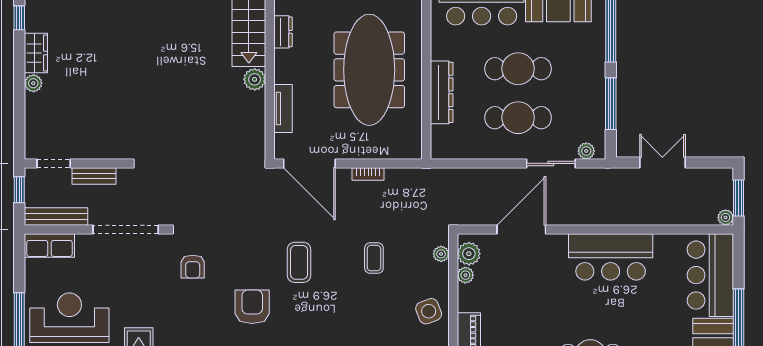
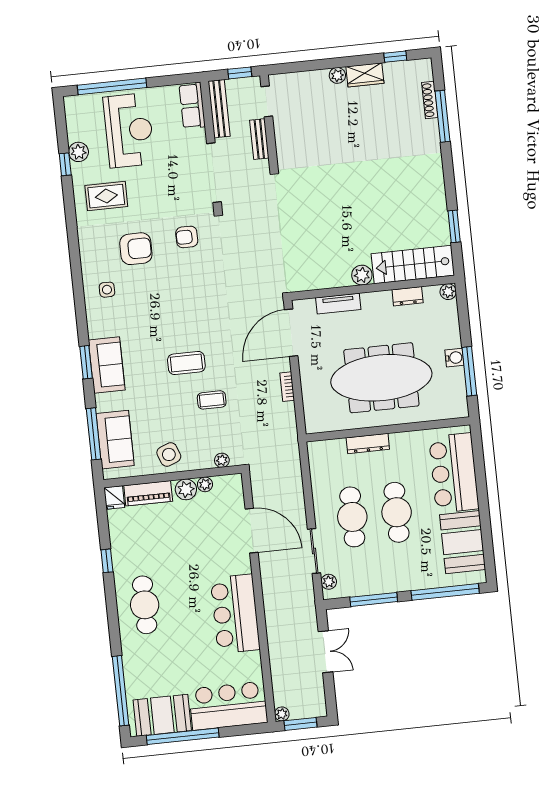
dresser: (442, 92) -> (368, 443), width x0.73, depth x0.80
plant: (469, 254) -> (186, 489), moved
coffee table: (299, 262) -> (186, 363), moved
armchair: (252, 307) -> (136, 249), moved

